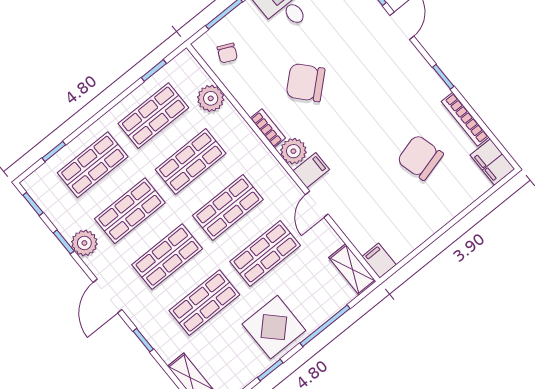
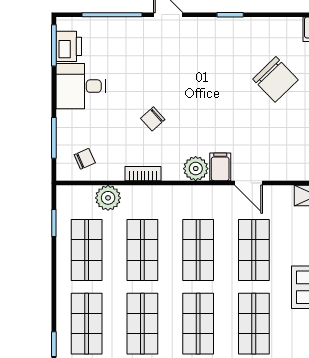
chair: (227, 53) -> (85, 159), turned -49
chair: (306, 83) -> (153, 119), width x0.54, depth x0.54
bookcase: (465, 119) -> (274, 24), removed
bookcase: (268, 128) -> (143, 174), moved
chair: (420, 157) -> (276, 79), turned -119

